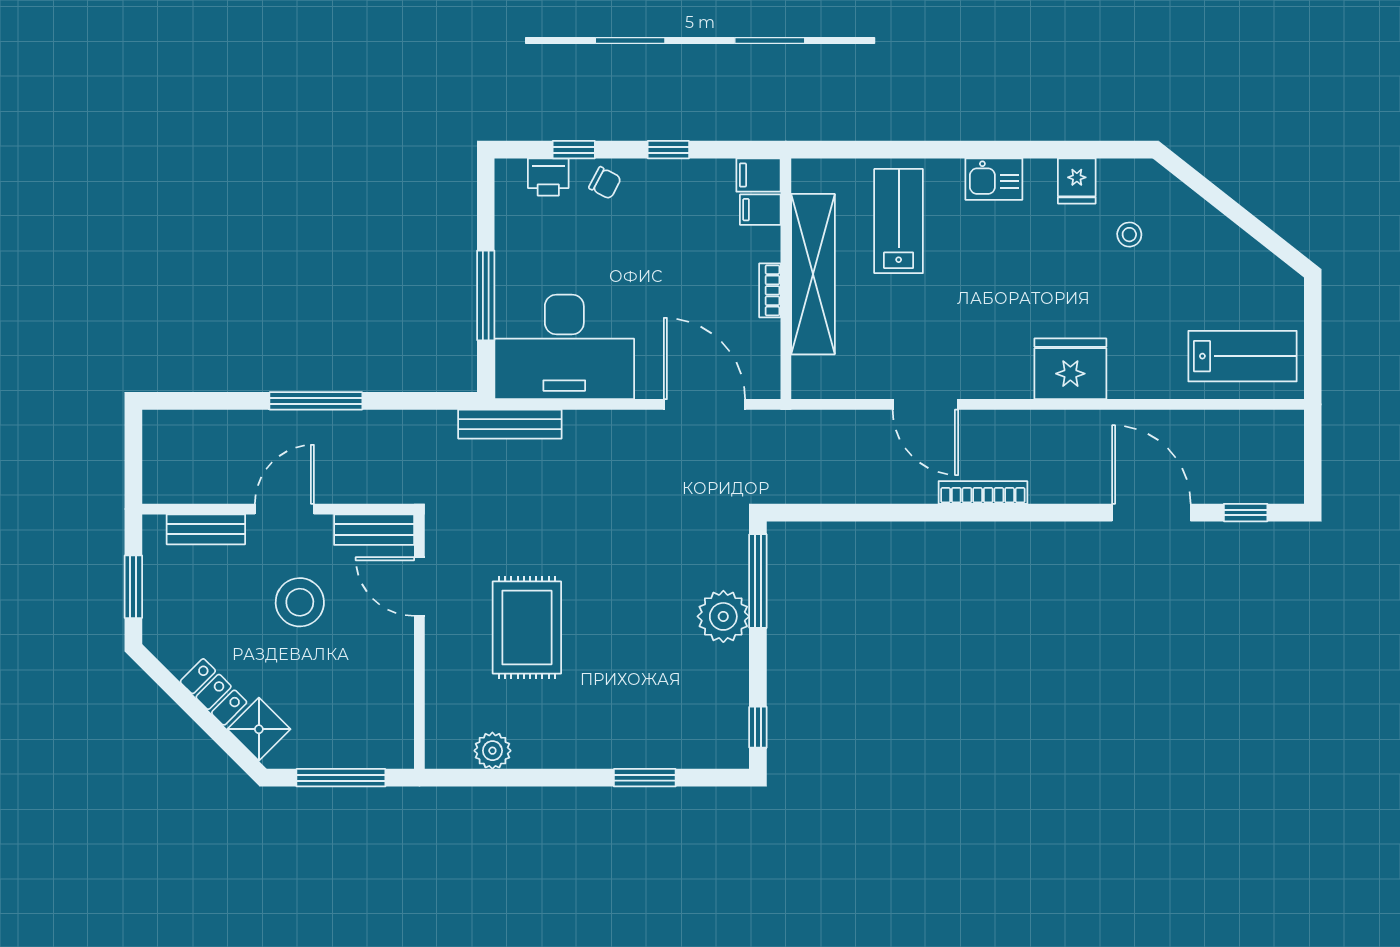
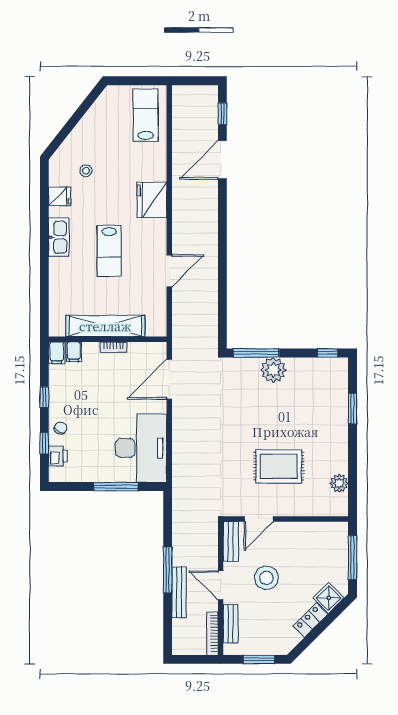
kitchen sink: (994, 179) -> (59, 237), width x1.38
lab bench: (899, 221) -> (109, 251), moved, turned -90
bench: (510, 424) -> (179, 592), moved
bookcase: (983, 492) -> (213, 633), moved

